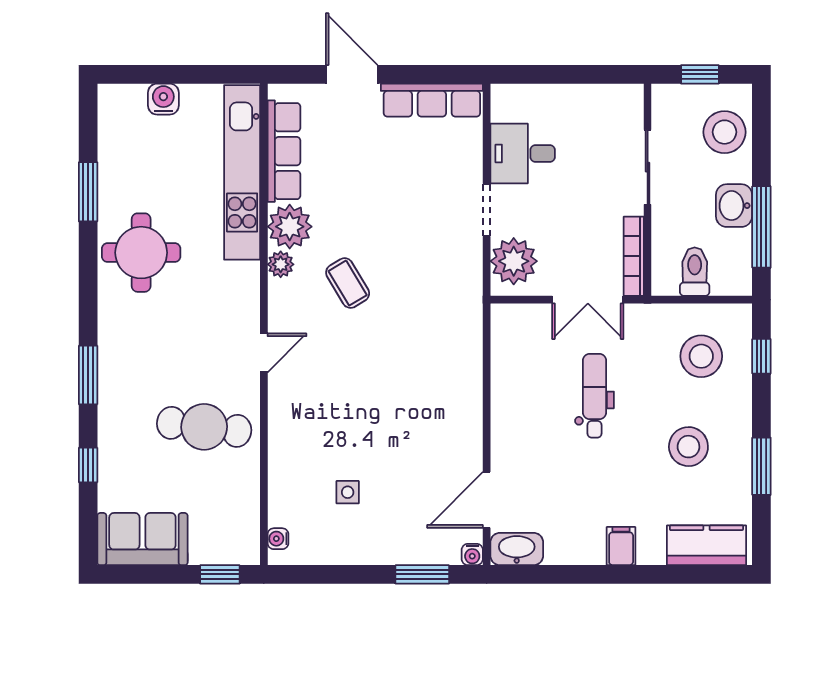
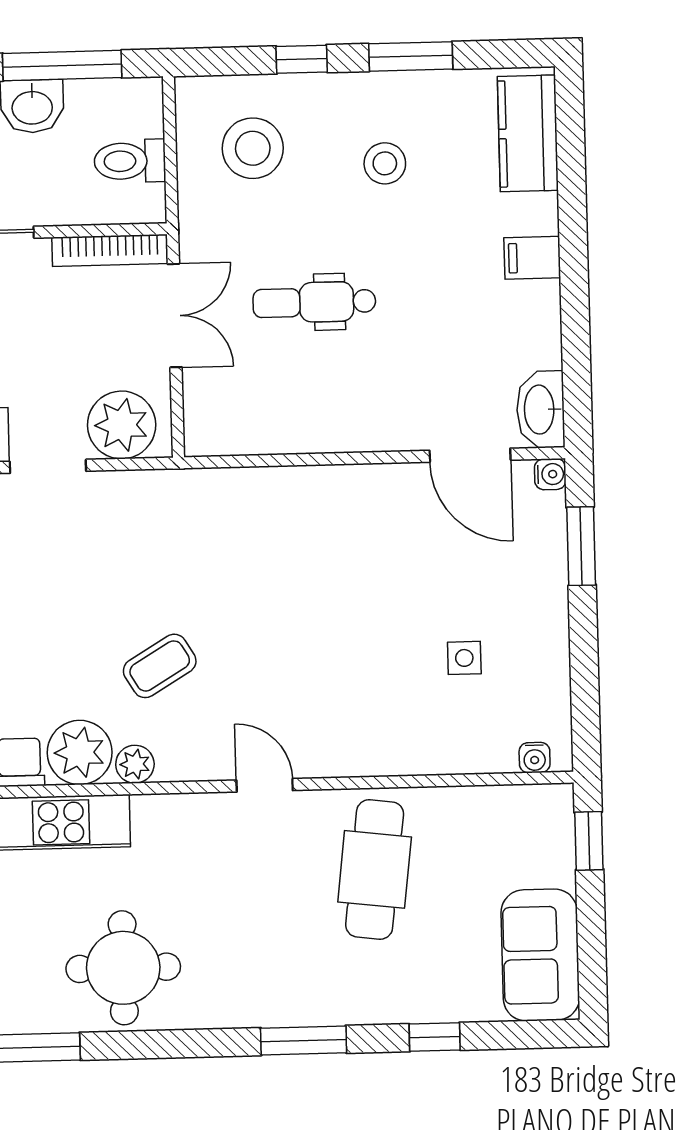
window: (761, 356) -> (302, 59), moved
stool: (688, 447) -> (385, 163), width x0.73, depth x0.73

